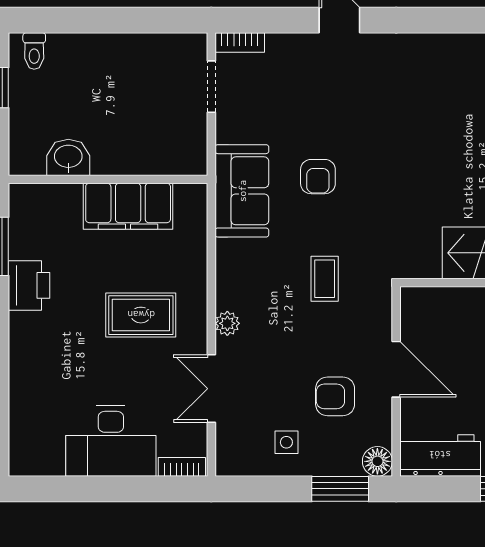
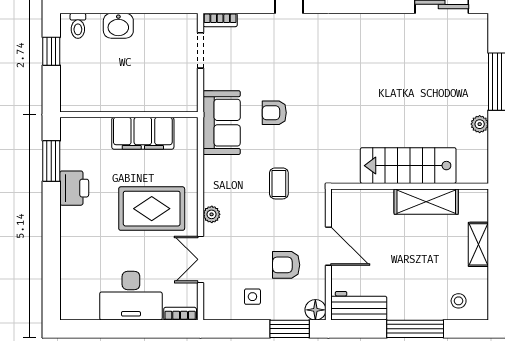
washbasin: (68, 157) -> (118, 26), moved, turned 180
armchair: (318, 177) -> (274, 113), turned 90
rug: (141, 315) -> (152, 209), width x1.36, depth x1.43

